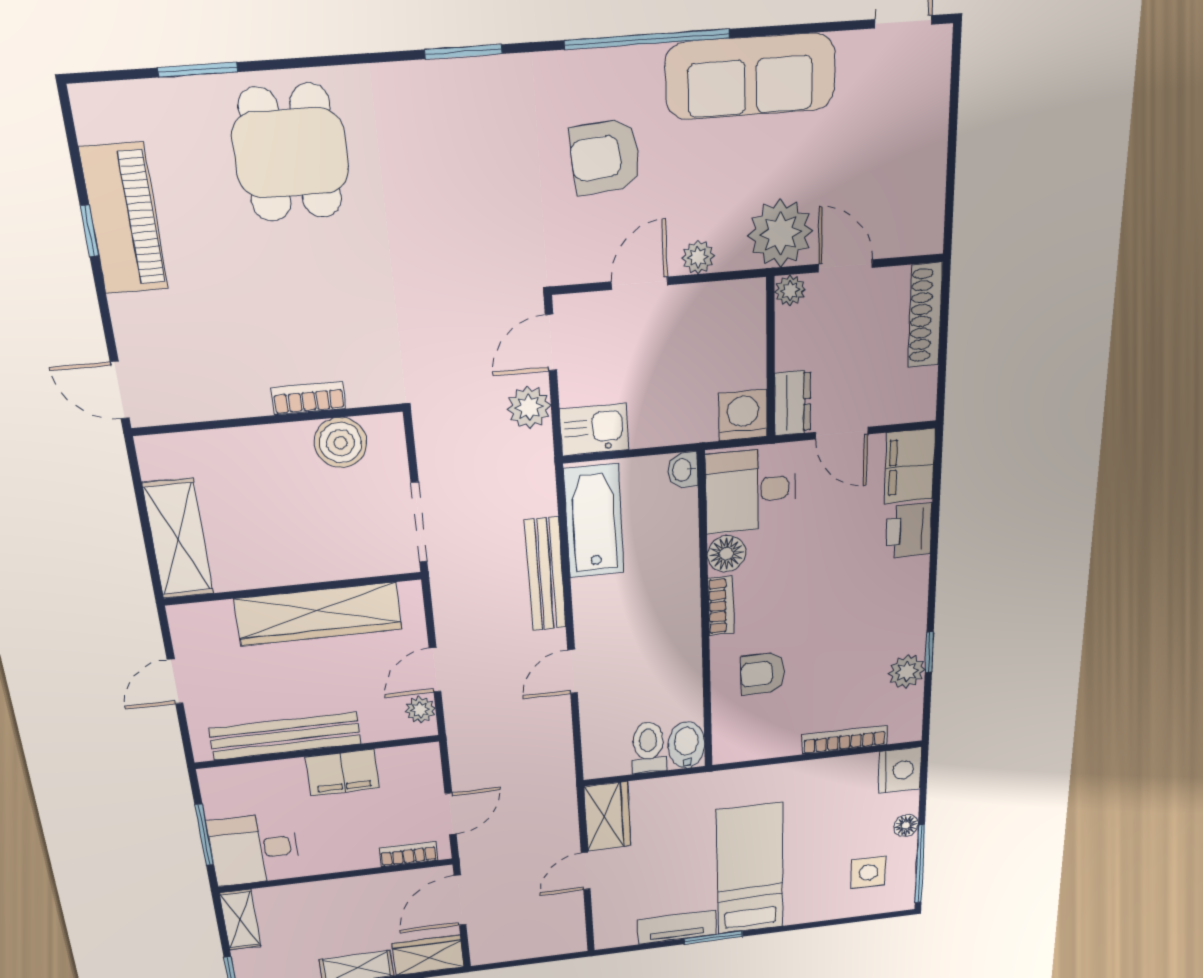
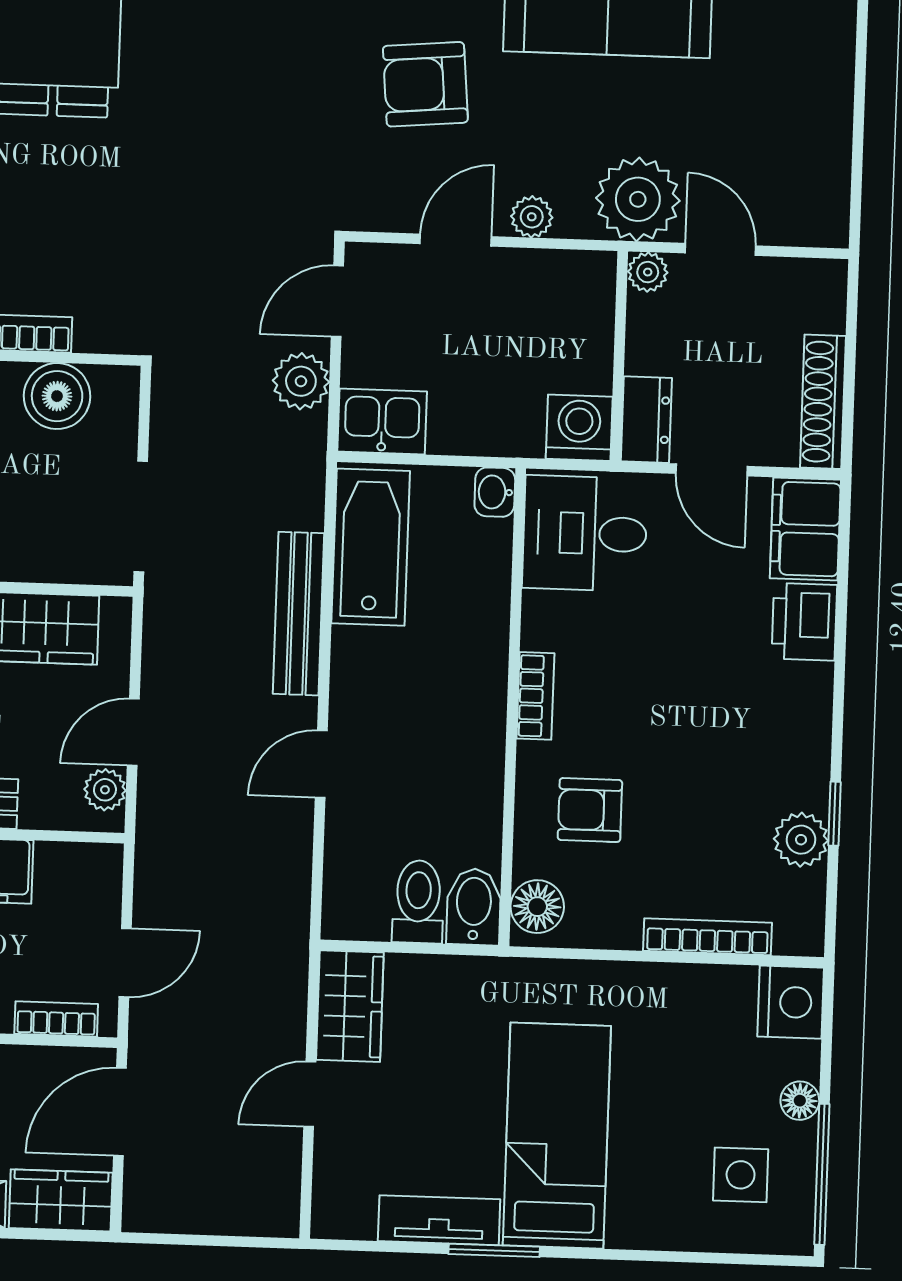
shoe rack: (925, 315) -> (823, 402), moved
floor lamp: (726, 554) -> (537, 907), moved

